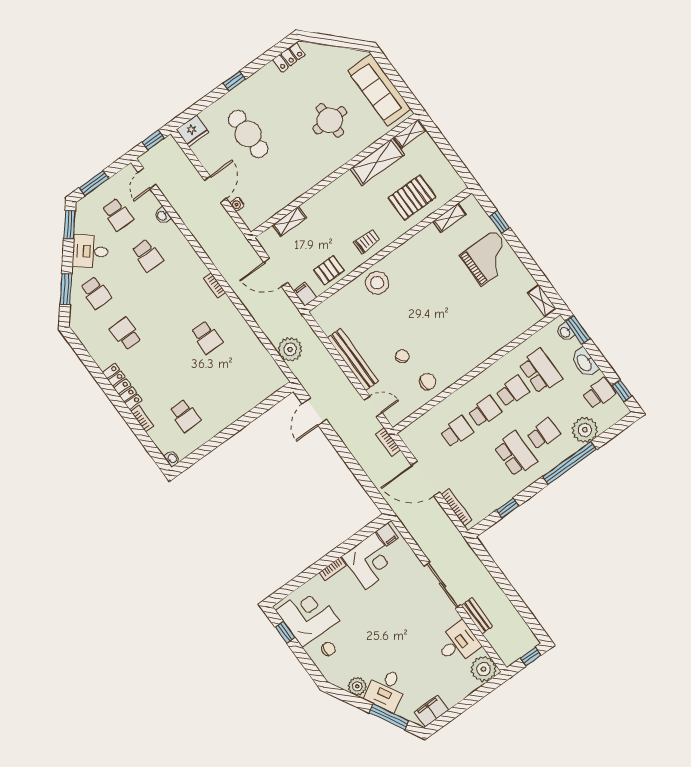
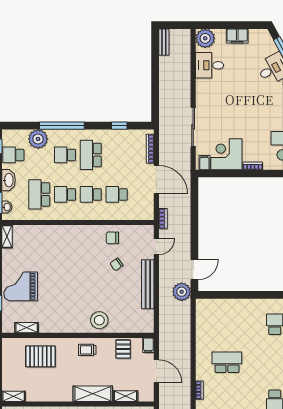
shelving: (377, 162) -> (93, 394), moved
pallet: (329, 270) -> (123, 349), turned 90
school desk: (207, 337) -> (227, 362), width x1.85
plant: (290, 349) -> (182, 292), moved
door: (373, 406) -> (156, 247), swing flipped
sliding door: (443, 585) -> (193, 127), moved
bench: (477, 616) -> (164, 42), moved
window: (531, 657) -> (171, 25), removed
filing cabinet: (431, 711) -> (237, 36), moved

